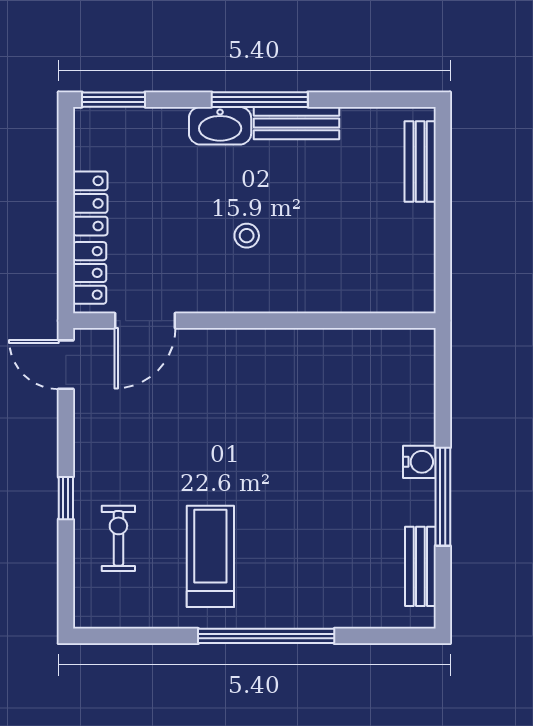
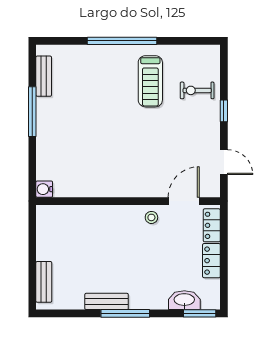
washbasin: (220, 126) -> (184, 300), moved
stool: (247, 236) -> (151, 217), moved
door: (66, 365) -> (224, 162), moved
water cooler: (419, 462) -> (44, 189), moved
exercise bike: (118, 538) -> (197, 90), turned 90

